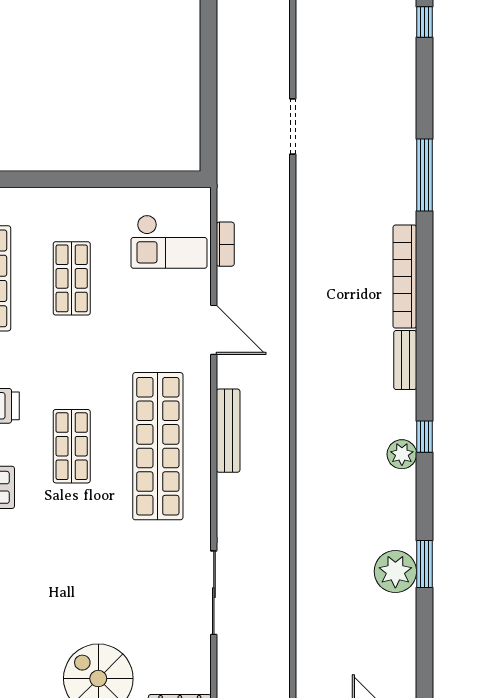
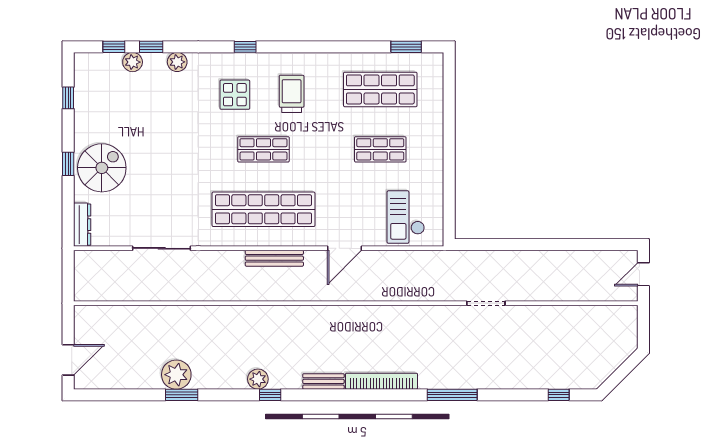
bookcase: (225, 244) -> (404, 256), removed

